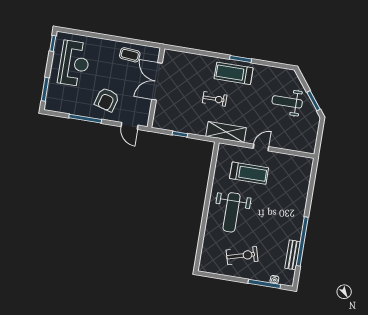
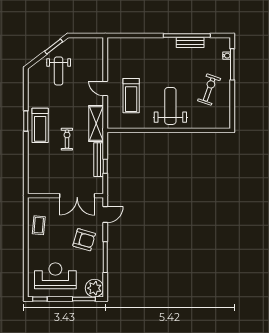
double door: (157, 81) -> (77, 196), moved
plant: (55, 102) -> (94, 288), added
bench: (188, 129) -> (99, 160), added
treadmill: (249, 173) -> (131, 96), turned 180
weight bench: (232, 212) -> (170, 106), turned -90
bench: (293, 255) -> (190, 43), moved
exercise bike: (242, 256) -> (209, 90), turned 35

